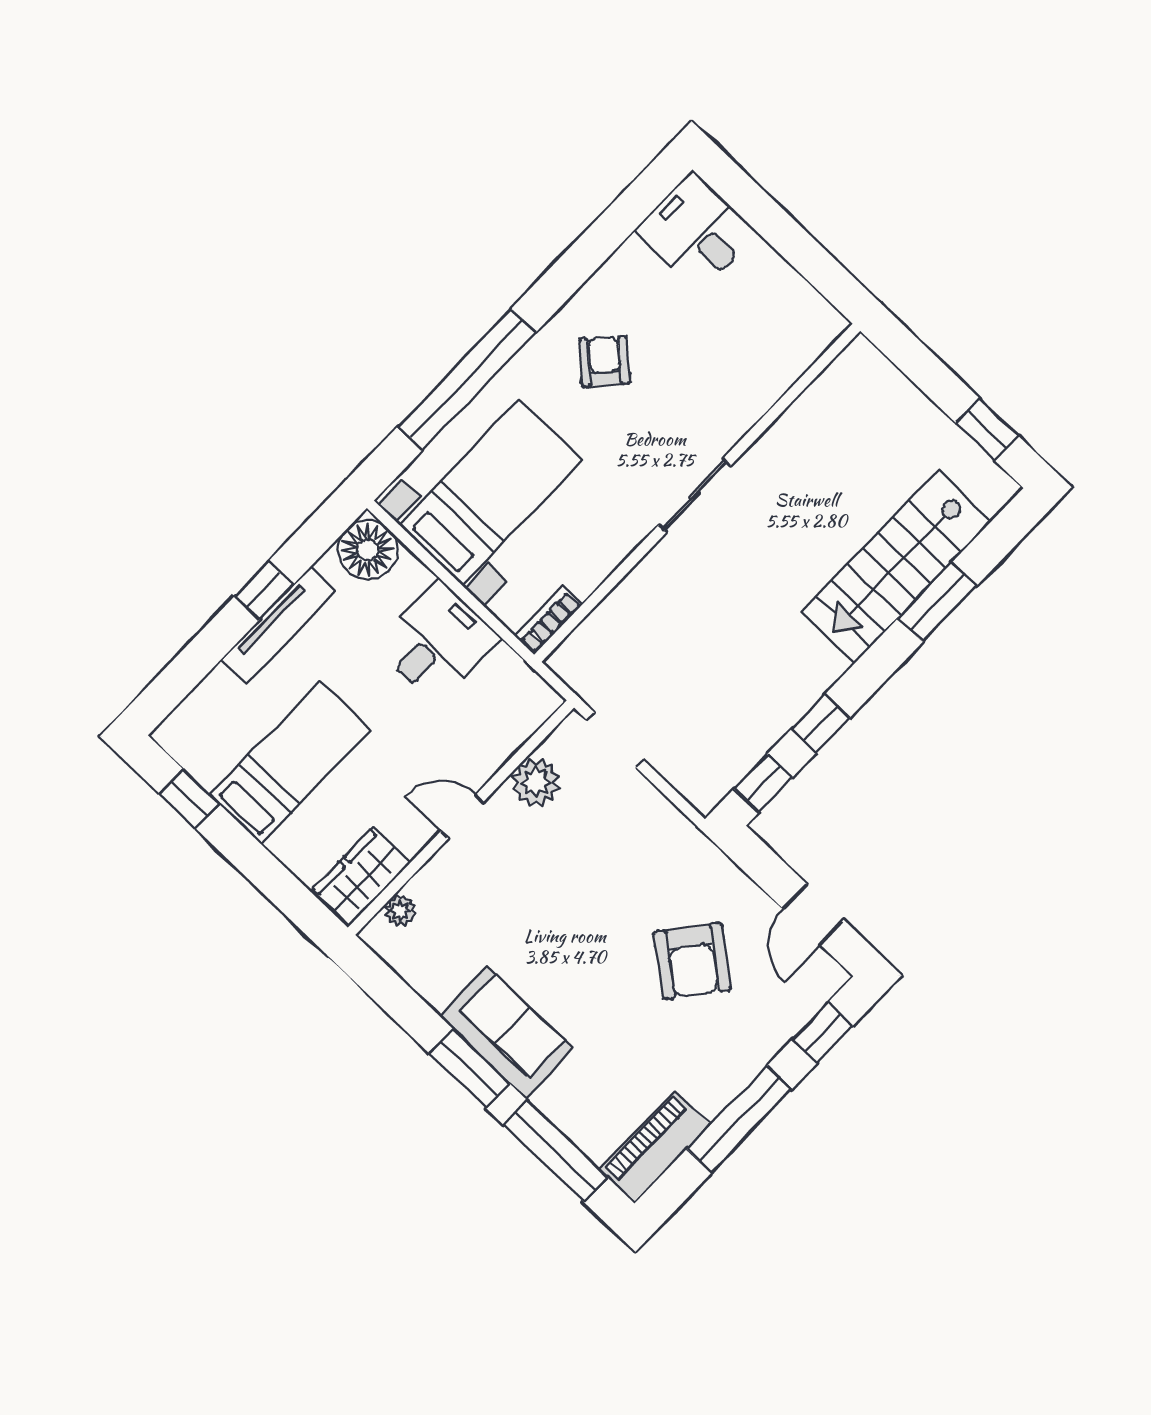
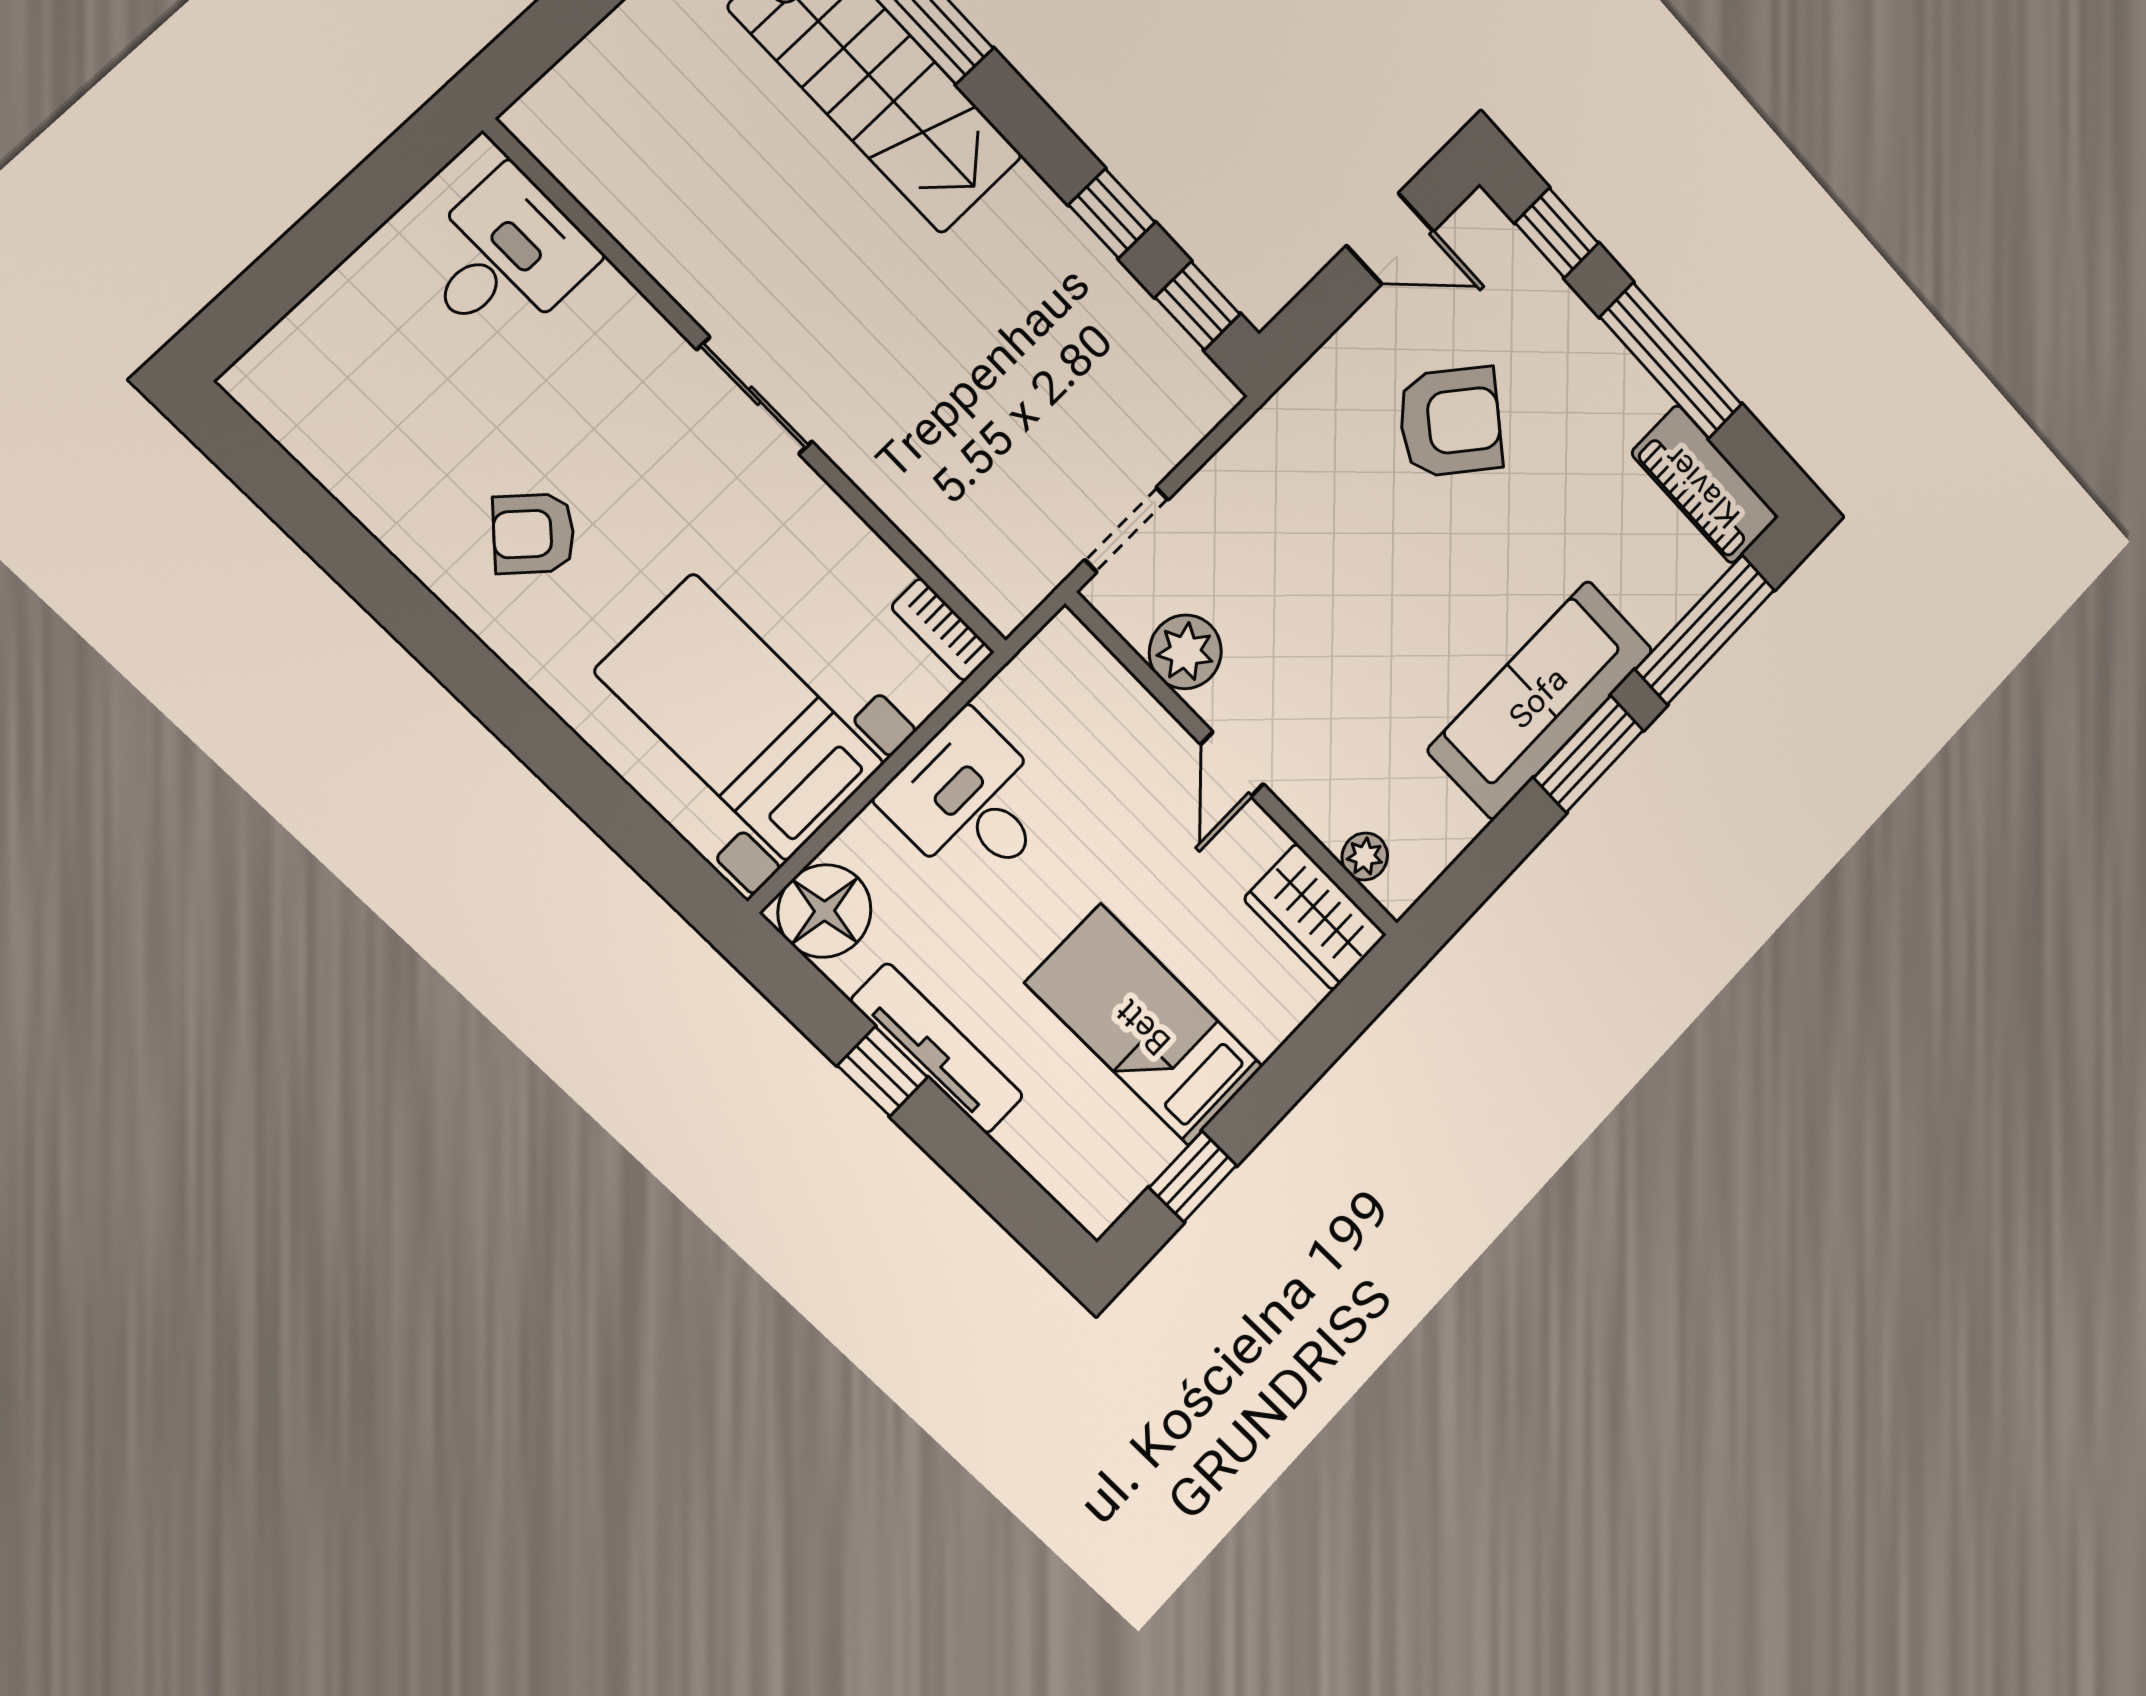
desk: (696, 232) -> (504, 257), moved, turned 180
window: (467, 379) -> (557, 755), removed
sofa: (506, 1032) -> (1540, 700), width x1.36

